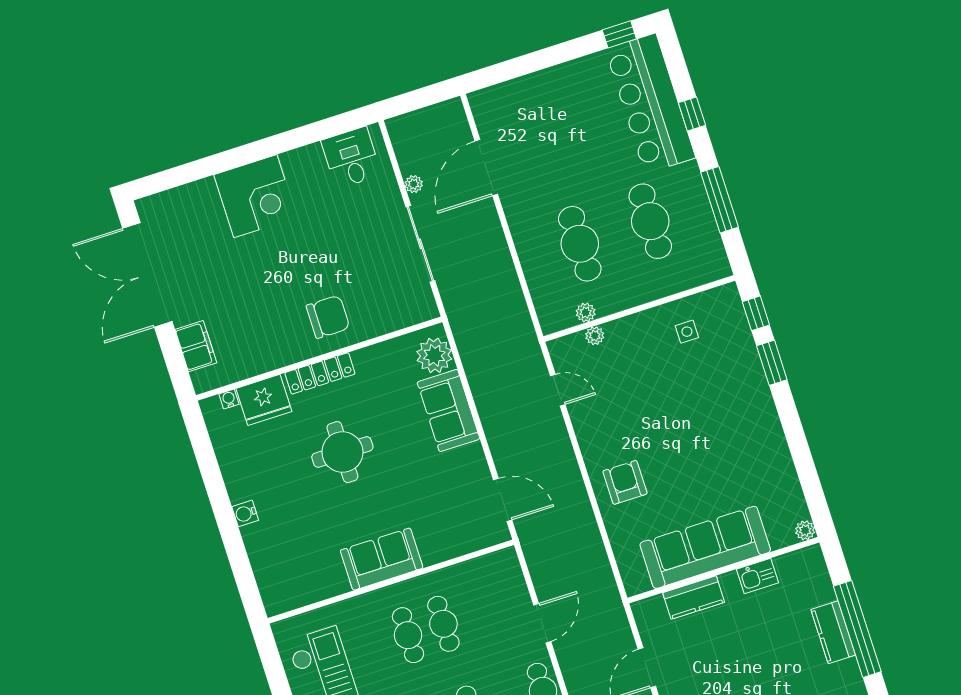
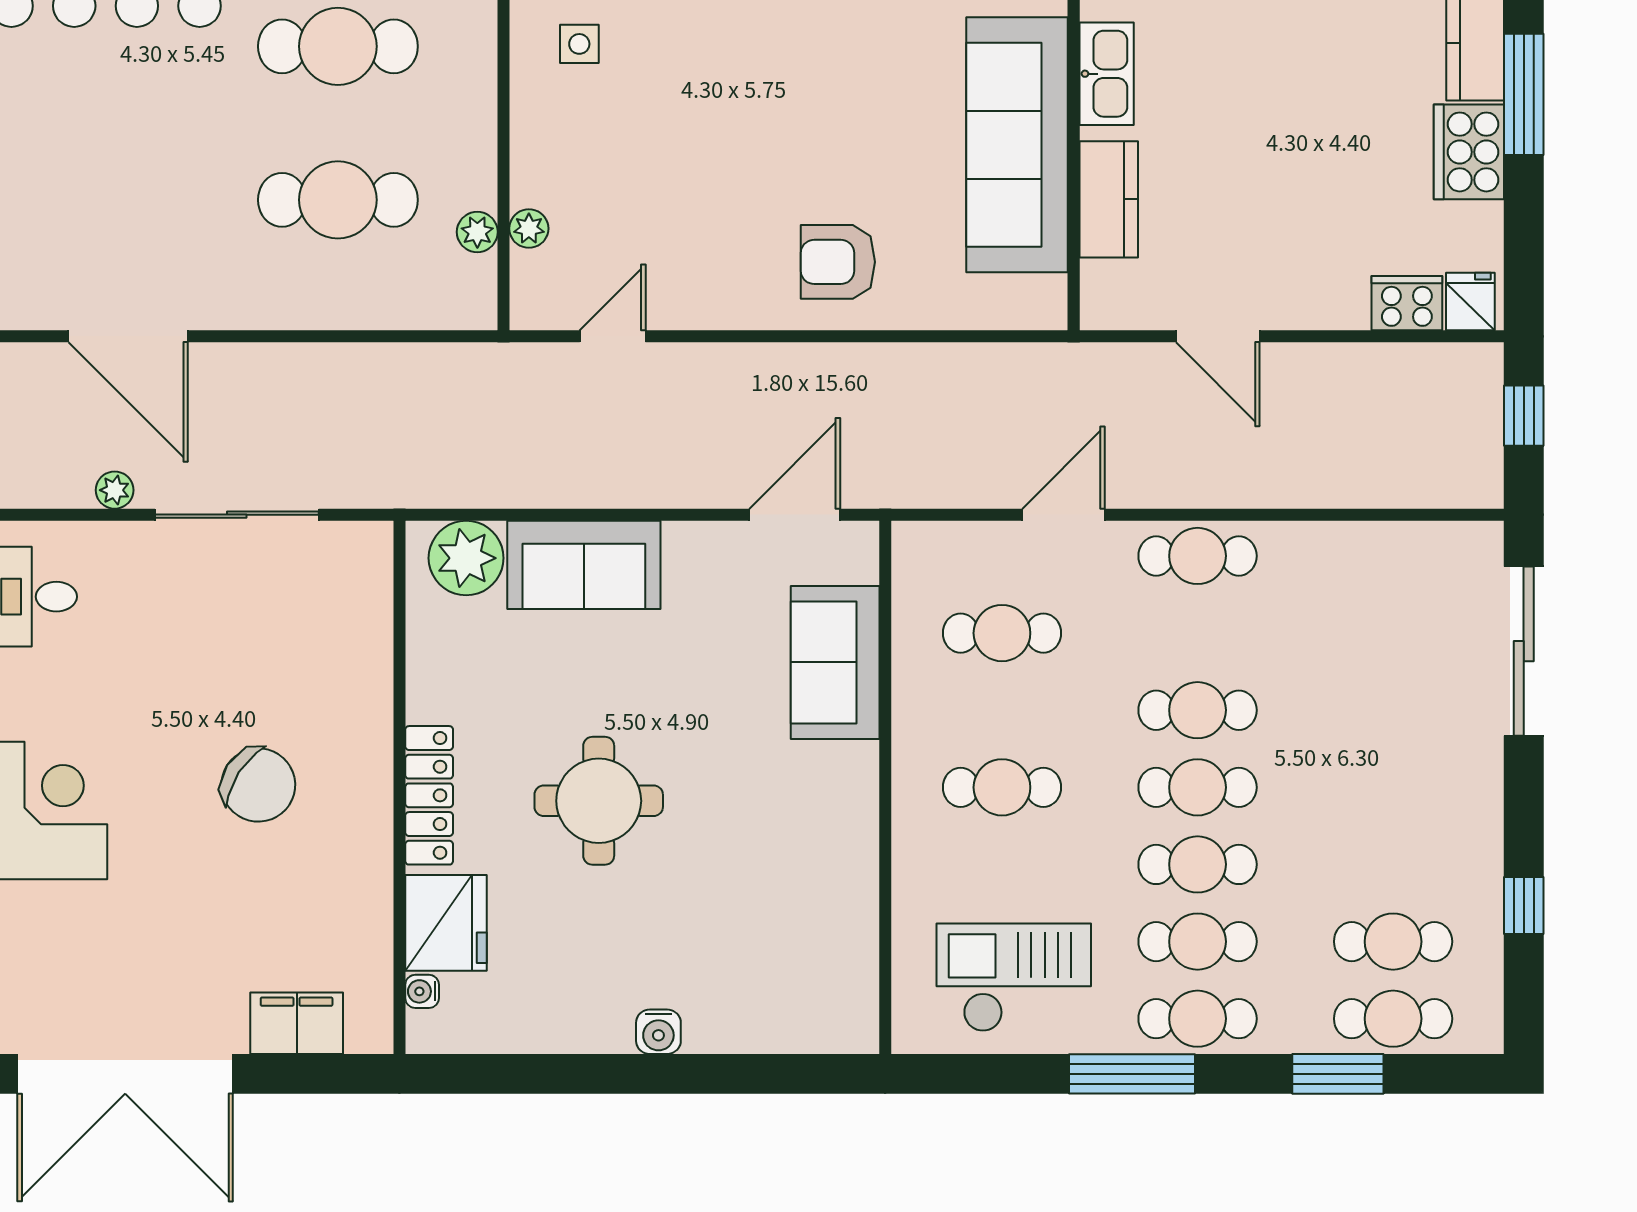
chair: (328, 317) -> (258, 785), moved, turned 123
sofa: (382, 559) -> (835, 662), moved
kitchen sink: (757, 576) -> (1107, 74), width x1.38
door: (542, 623) -> (1064, 515), hinge flipped
cafe table: (443, 624) -> (1002, 633), moved

